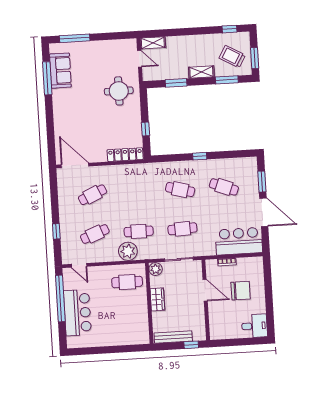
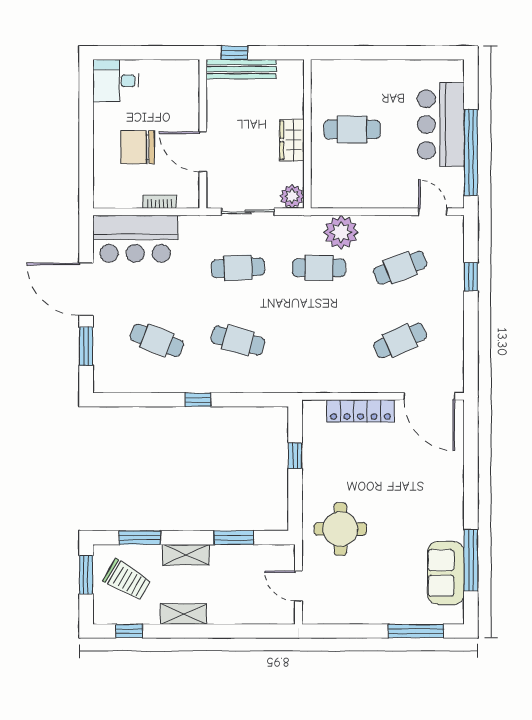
shelving: (153, 43) -> (183, 614), moved
locker: (125, 155) -> (360, 411), moved
cafe table: (127, 282) -> (352, 129), moved
bench: (173, 337) -> (241, 69), moved

